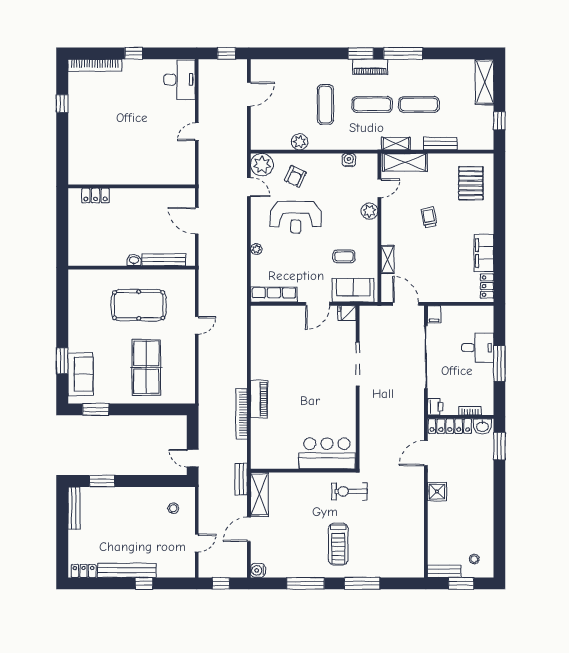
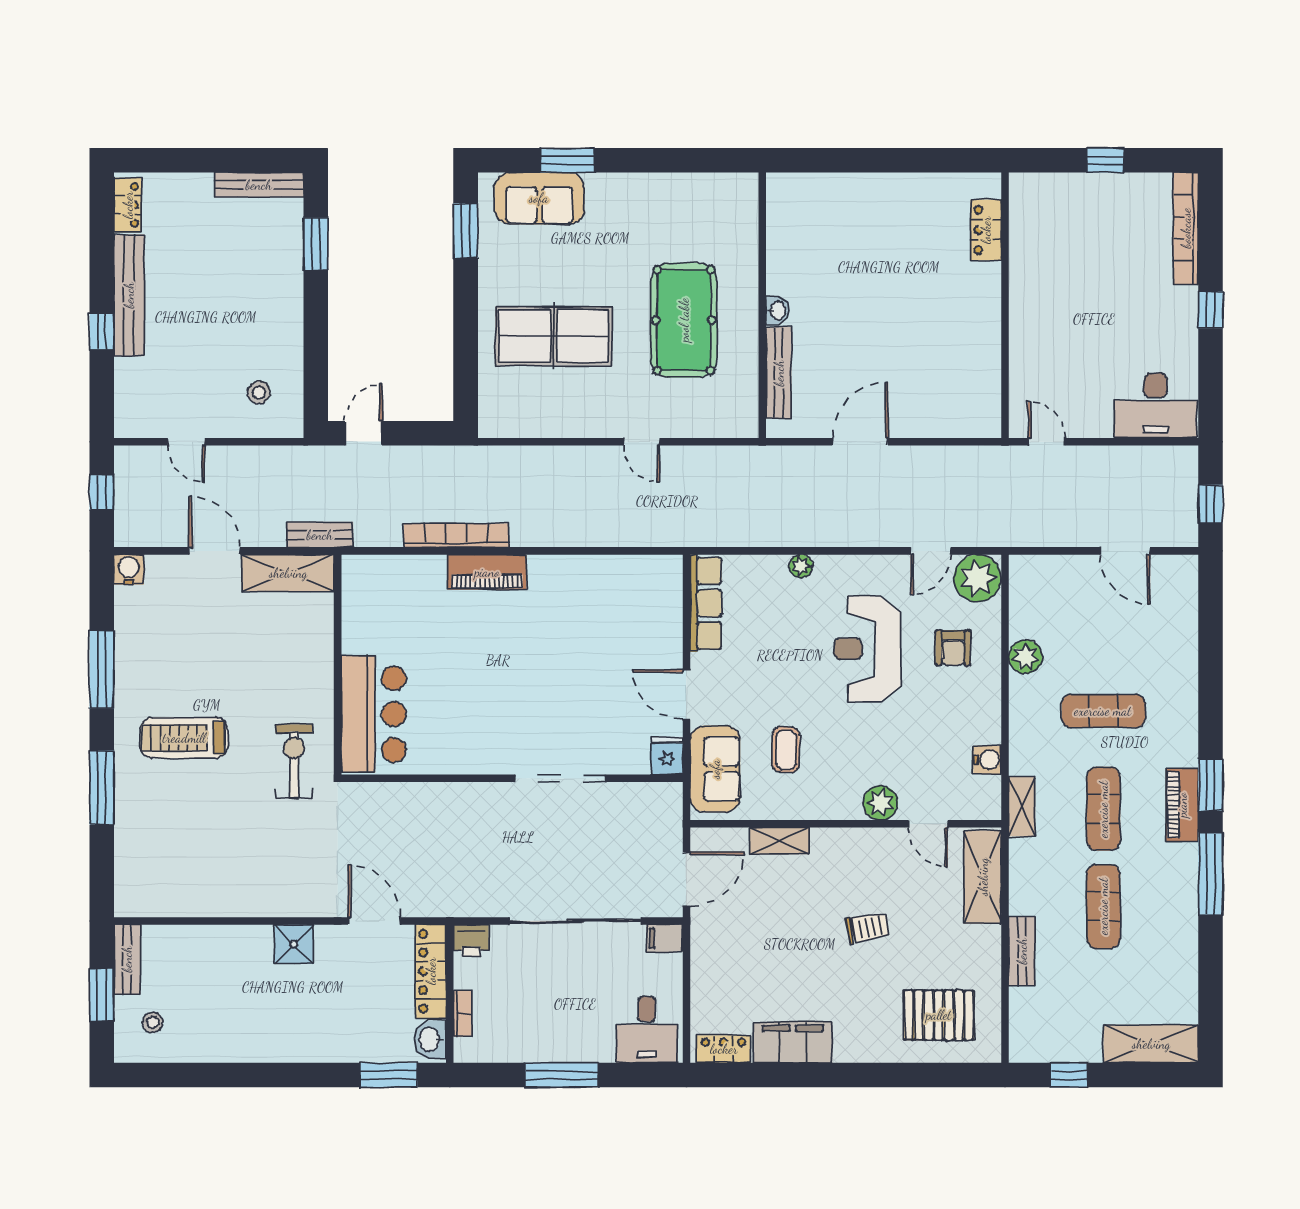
shelving: (396, 144) -> (1022, 807), moved
armchair: (295, 176) -> (953, 648), turned -115
wall: (132, 186) -> (1005, 305), moved
locker: (96, 196) -> (986, 230), moved
desk: (478, 348) -> (647, 1030), moved

